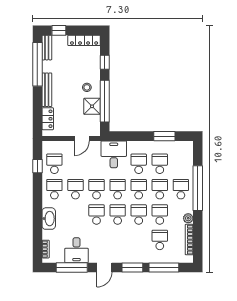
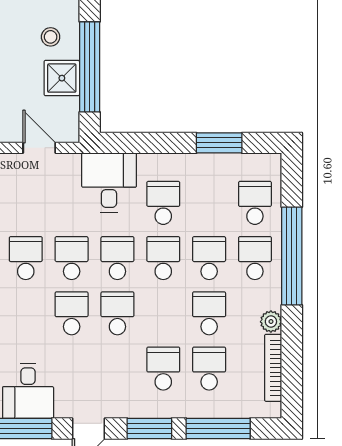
door: (82, 138) -> (39, 148), swing flipped
school desk: (160, 164) -> (255, 203), moved
school desk: (139, 215) -> (163, 369), moved

